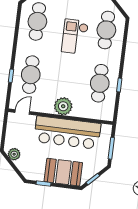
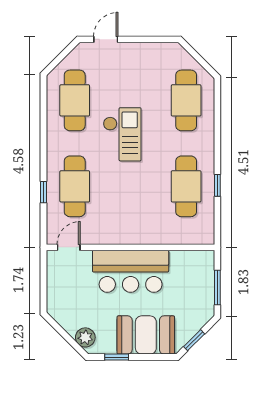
checkout: (75, 37) -> (122, 134), moved, turned 180
plant: (63, 106) -> (133, 230), removed
bar counter: (67, 133) -> (131, 271), width x0.73
plant: (14, 154) -> (85, 337), moved

